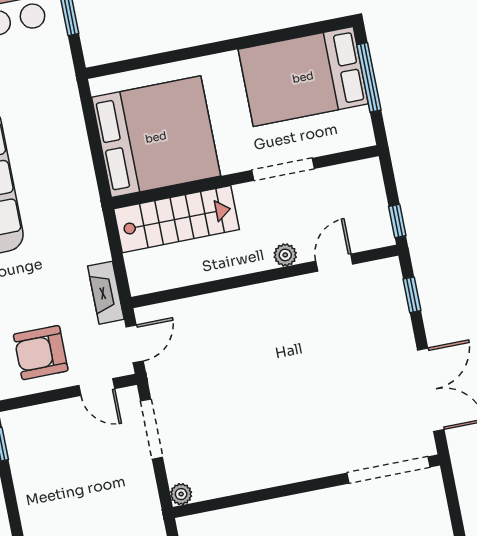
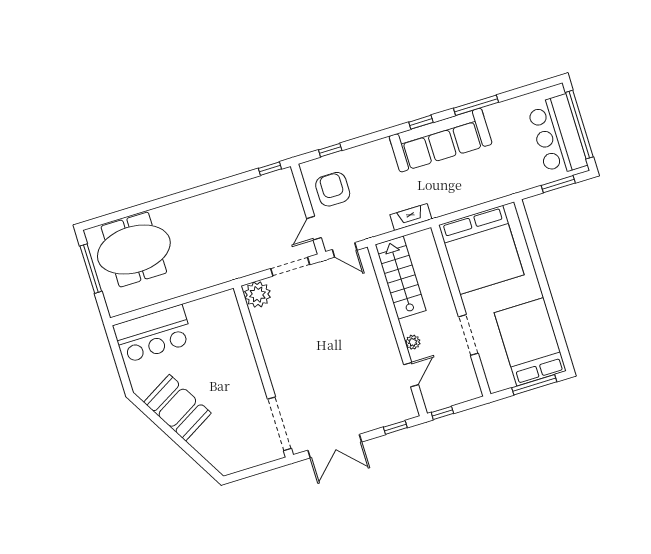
stairs: (177, 219) -> (401, 278), moved, turned 180
door: (334, 263) -> (411, 375), hinge flipped
fireplace: (106, 293) -> (411, 217), moved
plant: (181, 494) -> (258, 294), width x1.88, depth x1.88

